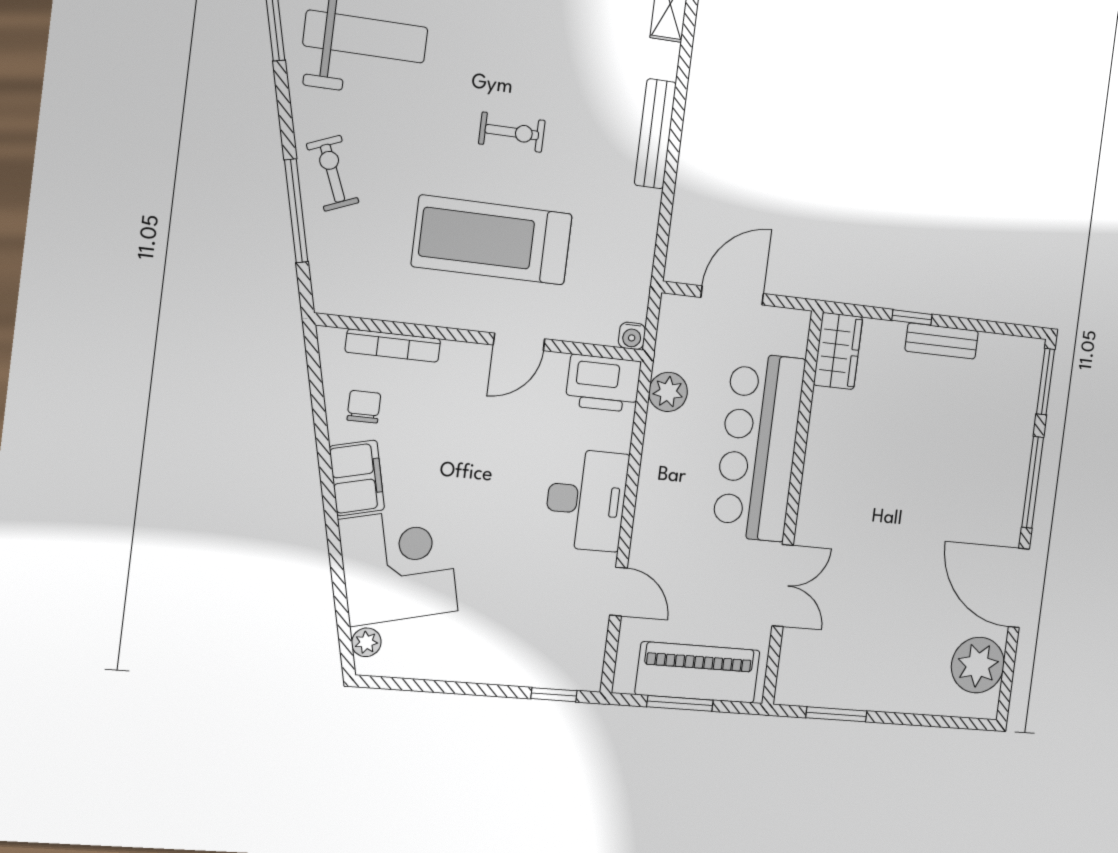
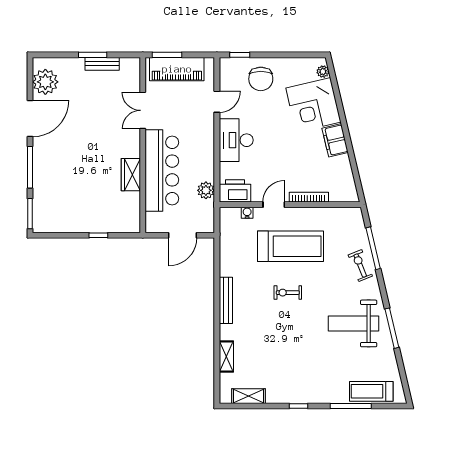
exercise bike: (333, 173) -> (360, 266), turned 180
water cooler: (632, 336) -> (247, 213), moved
bench: (942, 341) -> (102, 64), moved
bookcase: (393, 346) -> (309, 197), moved
wardrobe: (838, 351) -> (131, 175), moved
chair: (364, 407) -> (261, 79), moved, width x1.87, depth x1.87
door: (1019, 588) -> (30, 119), hinge flipped
door: (618, 592) -> (217, 102), swing flipped
window: (680, 703) -> (167, 55), moved
window: (836, 714) -> (93, 55), moved

